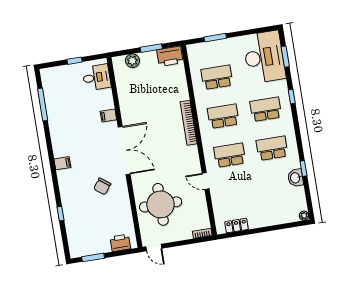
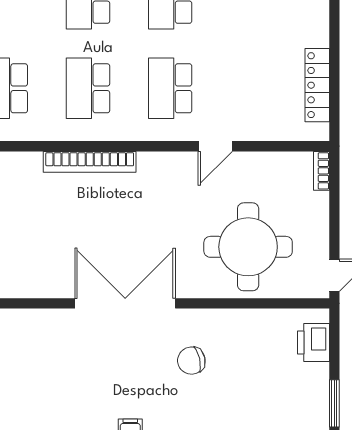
filing cabinet: (108, 115) -> (48, 324), removed
chair: (102, 186) -> (191, 361), turned 130
locker: (237, 226) -> (317, 85), width x1.53

